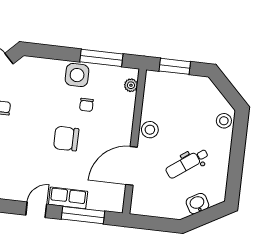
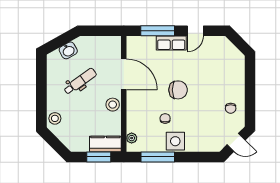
kitchen counter: (165, 82) -> (105, 144), added
door: (132, 166) -> (124, 74), hinge flipped

